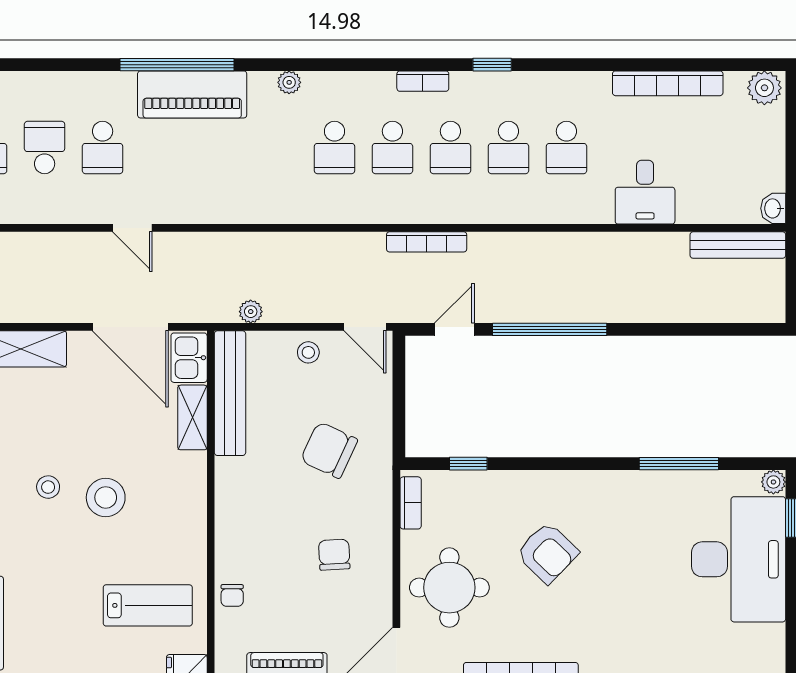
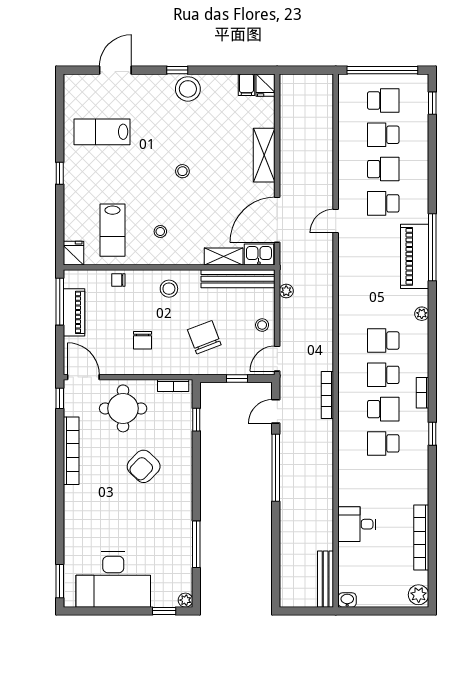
school desk: (450, 147) -> (383, 409), turned 180
school desk: (566, 147) -> (383, 478), removed
door: (454, 329) -> (276, 411), swing flipped
window: (399, 395) -> (237, 379), added
chair: (329, 450) -> (204, 337), turned -46
stool: (106, 497) -> (160, 232), moved, width x0.53, depth x0.53
stool: (247, 510) -> (169, 289), added
chair: (334, 555) -> (142, 340), turned 93
desk: (739, 559) -> (113, 579), moved

